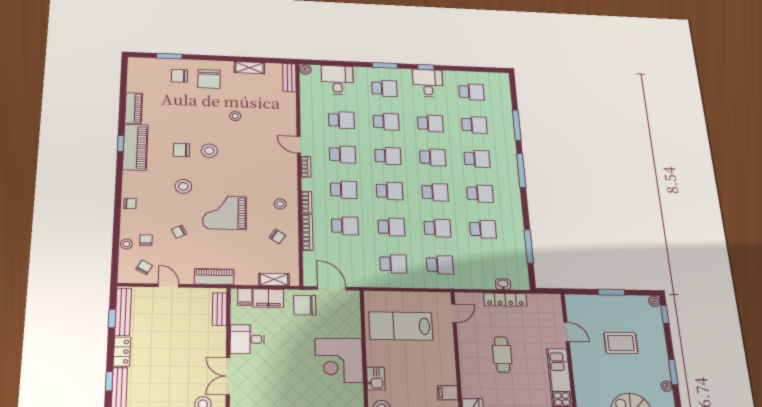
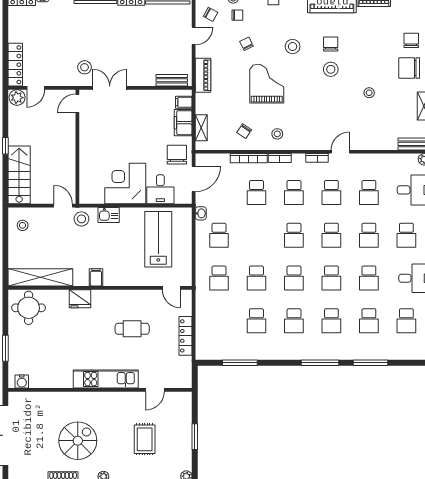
school desk: (391, 227) -> (256, 235), removed
washbasin: (503, 284) -> (201, 213), moved
desk: (247, 339) -> (160, 189), moved, turned 180

